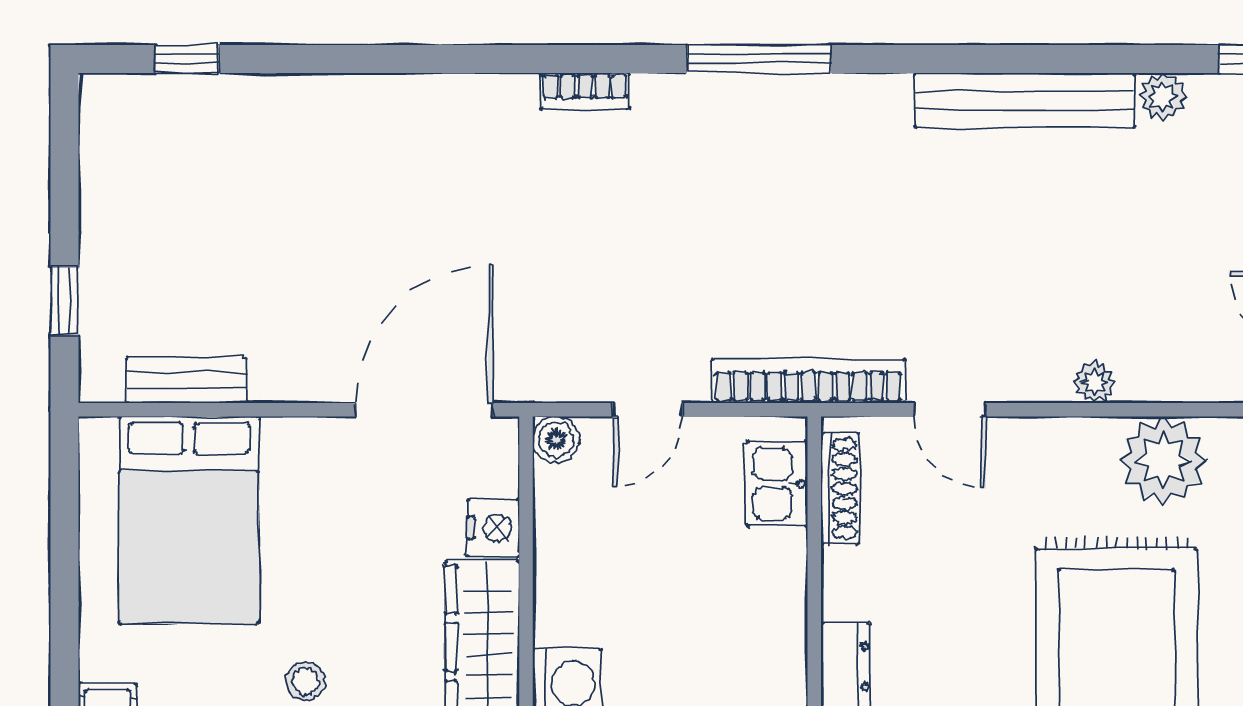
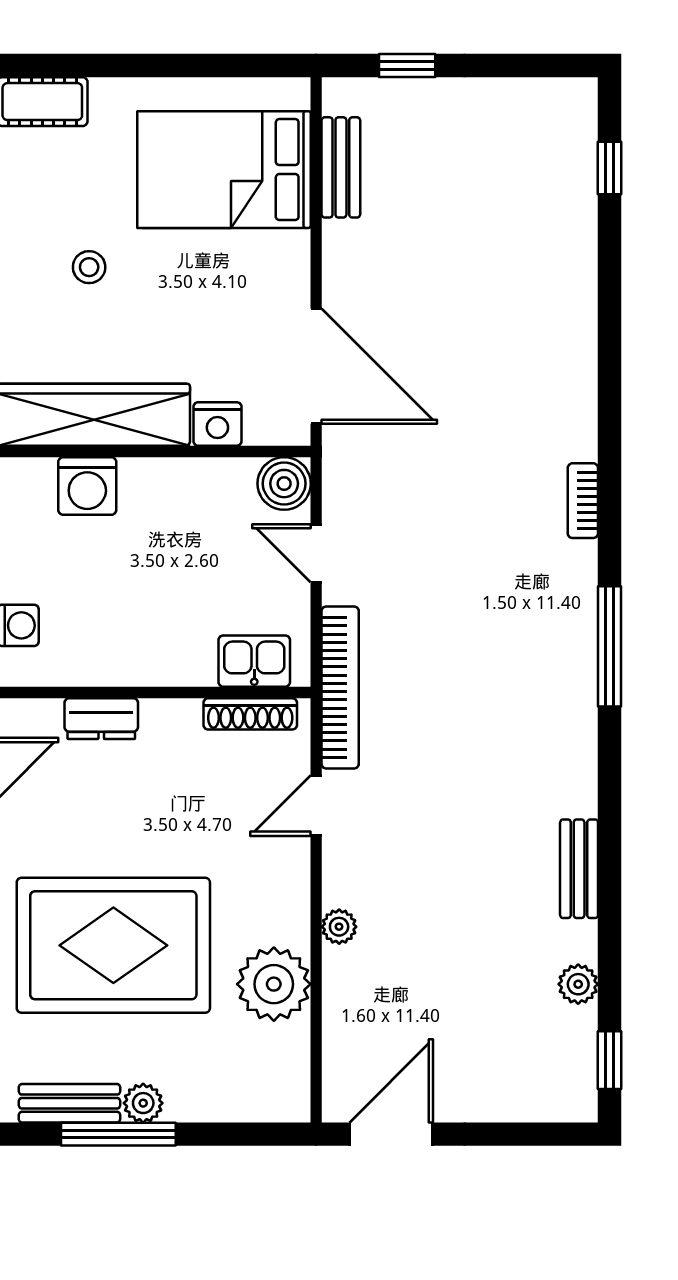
bench: (1025, 100) -> (579, 869), width x0.54, depth x0.82
boiler: (556, 440) -> (284, 484), width x1.36, depth x1.36

